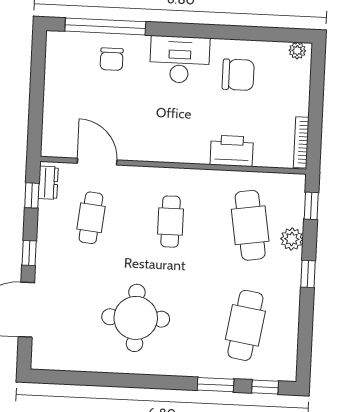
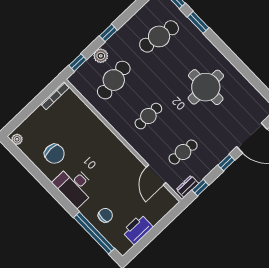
chair: (238, 75) -> (54, 154), turned 180
printer: (232, 151) -> (138, 229), moved, turned 90

